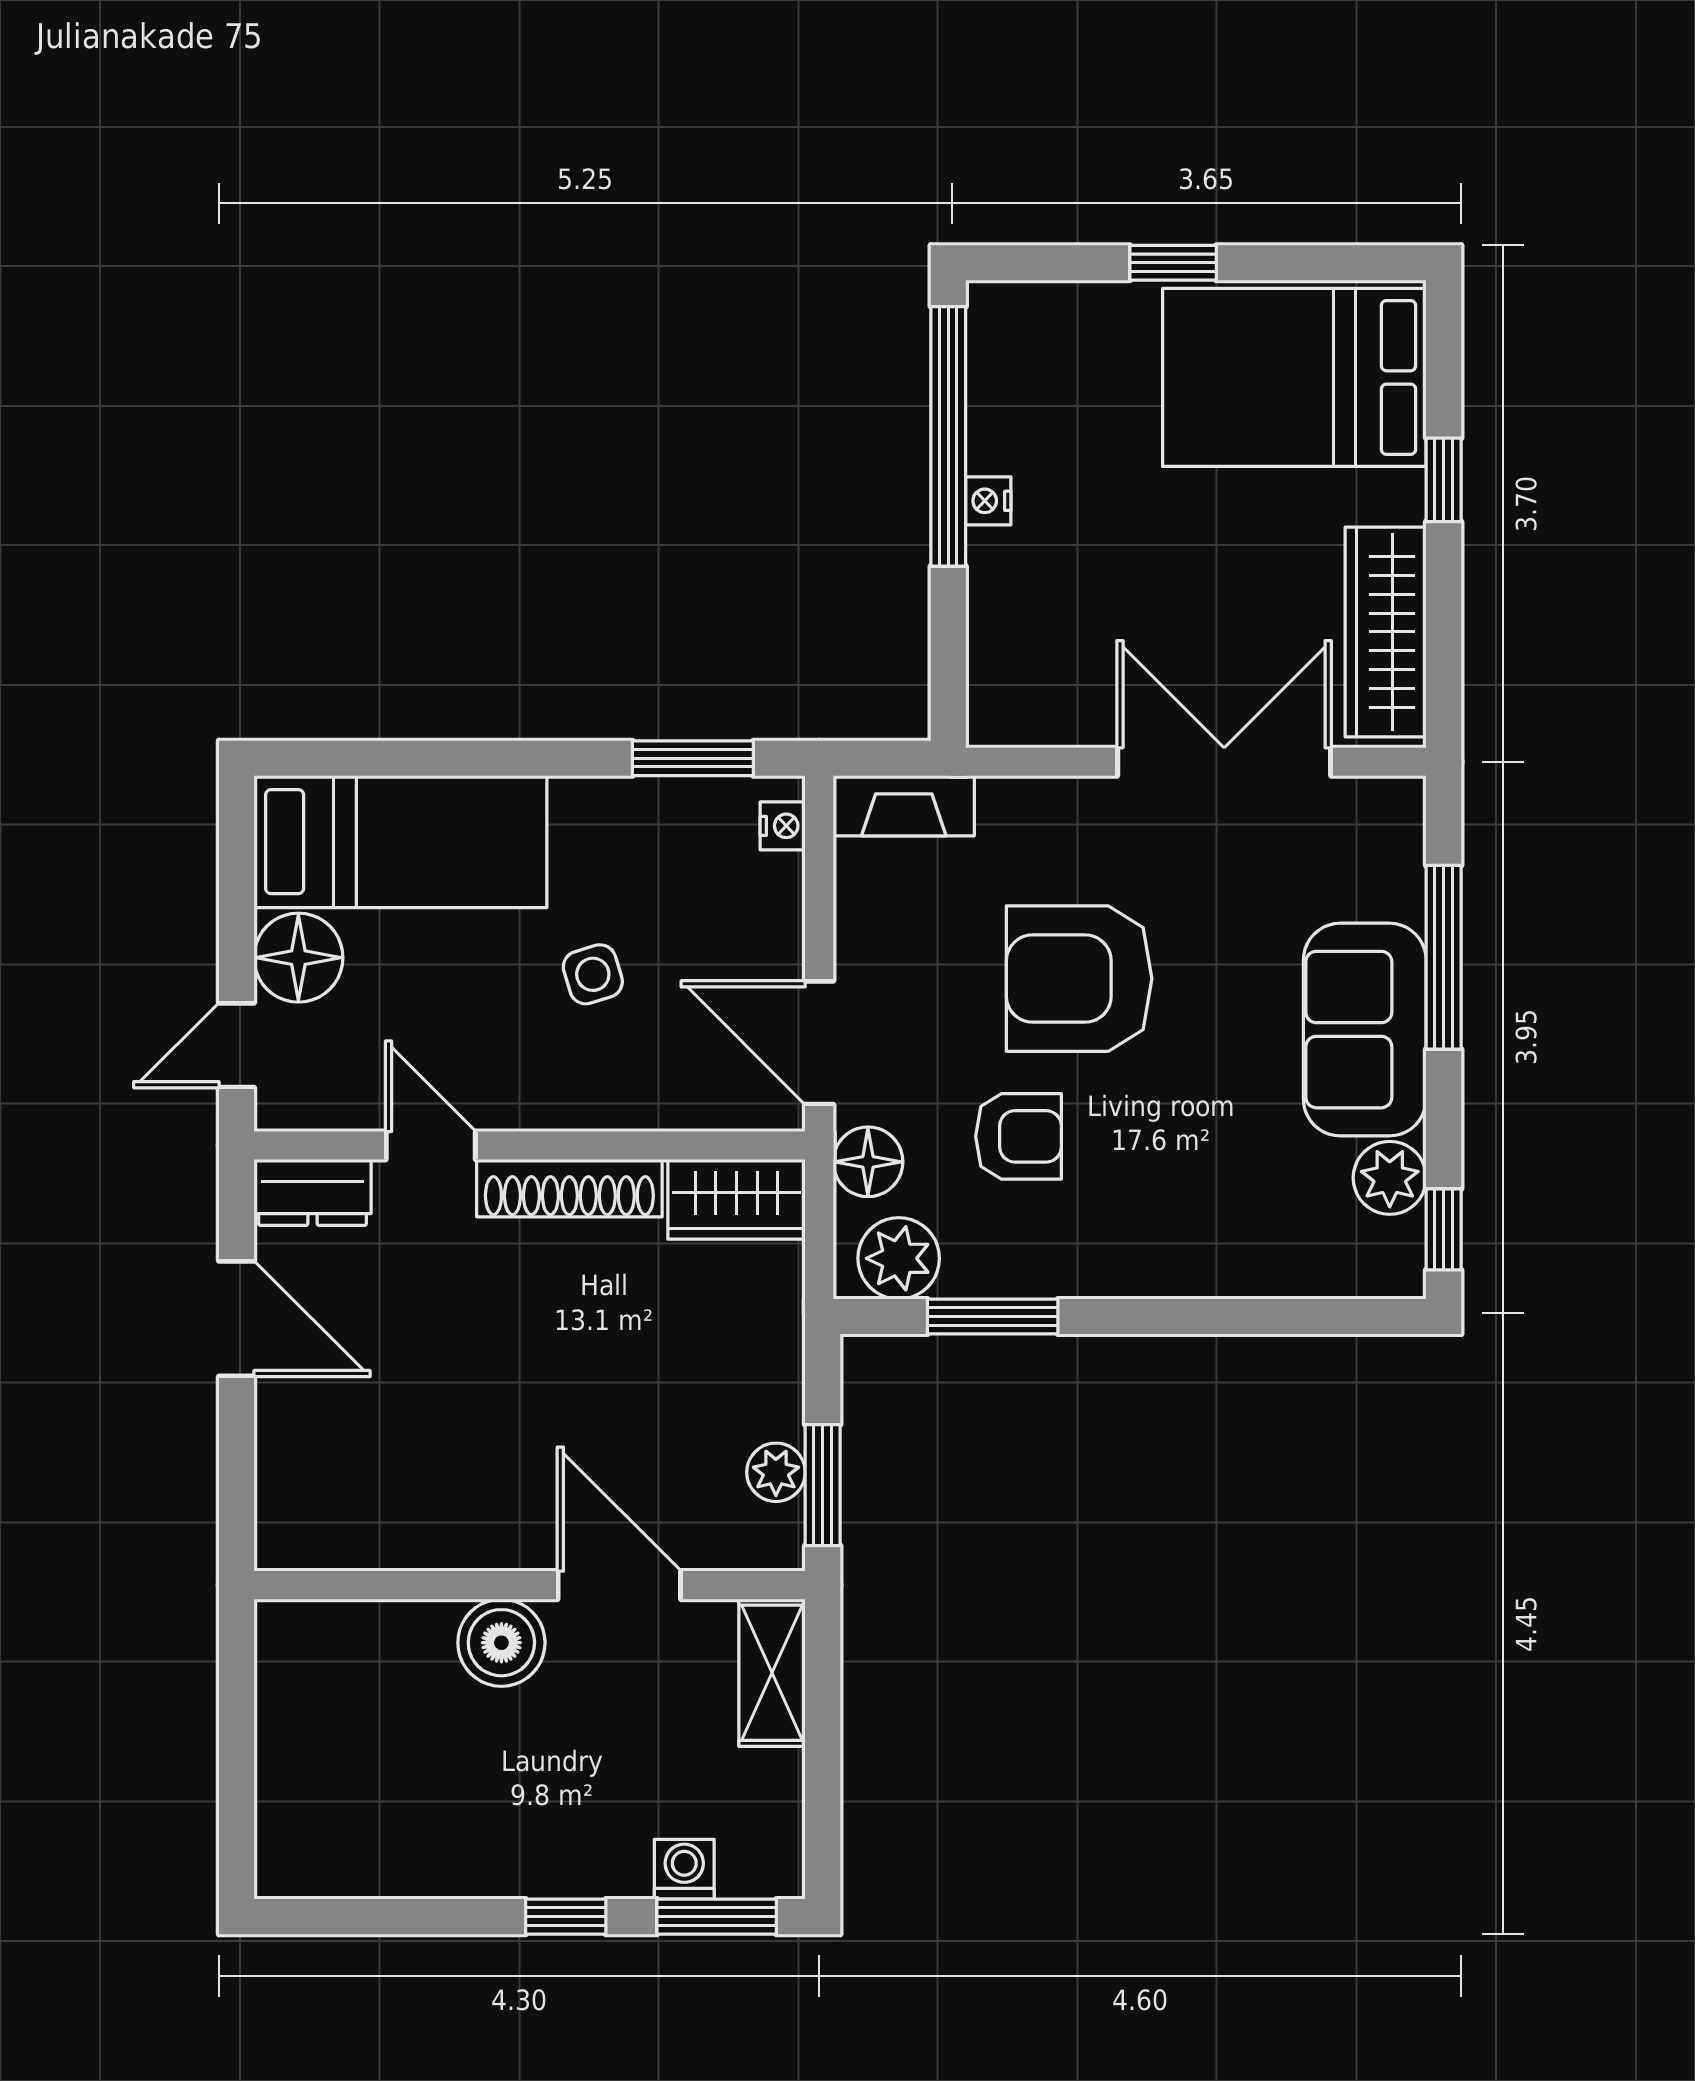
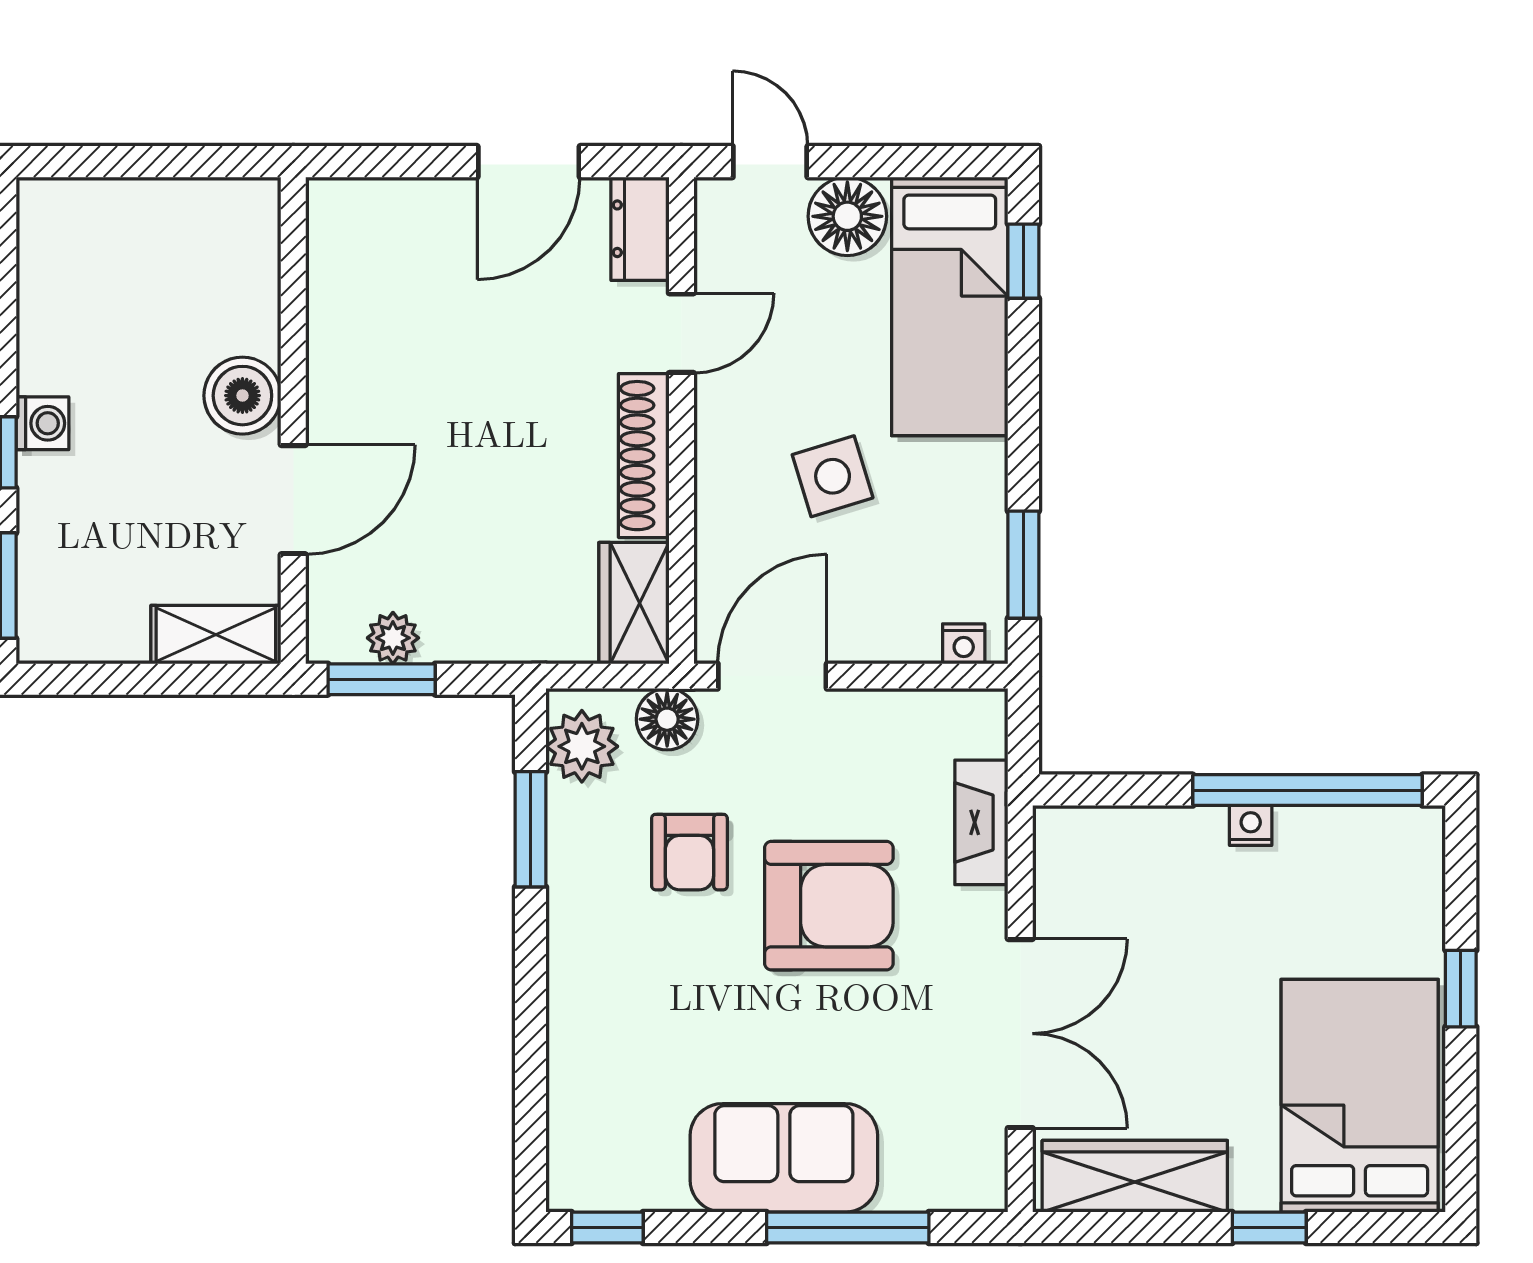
window: (349, 758) -> (1023, 261), added
fireplace: (904, 806) -> (981, 822), moved
side table: (593, 974) -> (833, 476), width x1.37, depth x1.37
armchair: (1079, 979) -> (829, 906), turned 90
plant: (1390, 1178) -> (653, 1180), removed
washing machine: (684, 1869) -> (42, 423), moved

